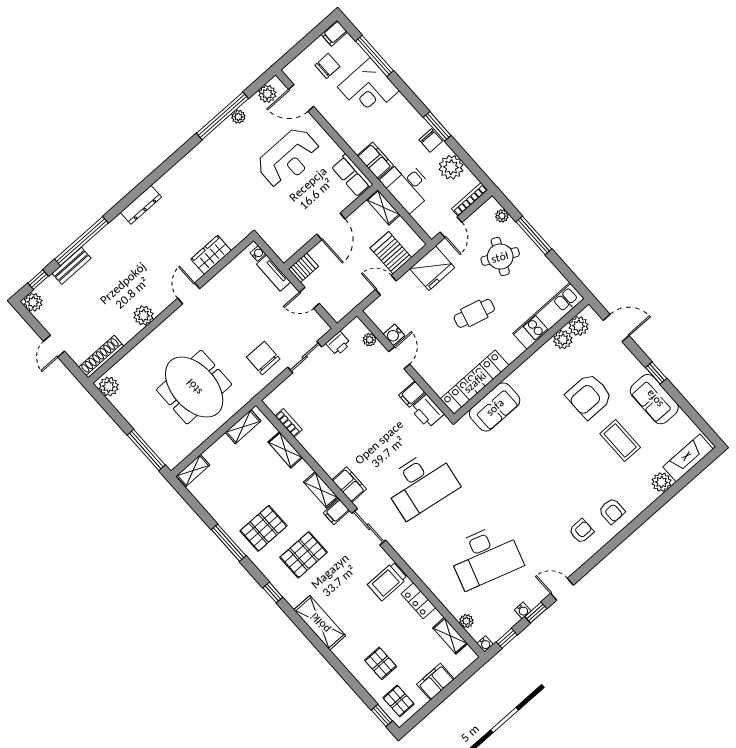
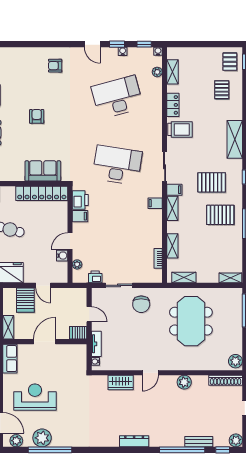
plant: (238, 117) -> (42, 438), width x1.88, depth x1.88
filing cabinet: (349, 485) -> (155, 203), width x0.50
armchair: (612, 511) -> (37, 116), moved
desk: (485, 556) -> (117, 97), turned -33
filing cabinet: (435, 682) -> (202, 55), removed

